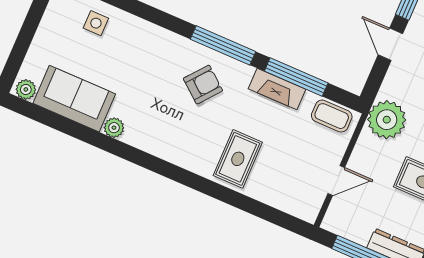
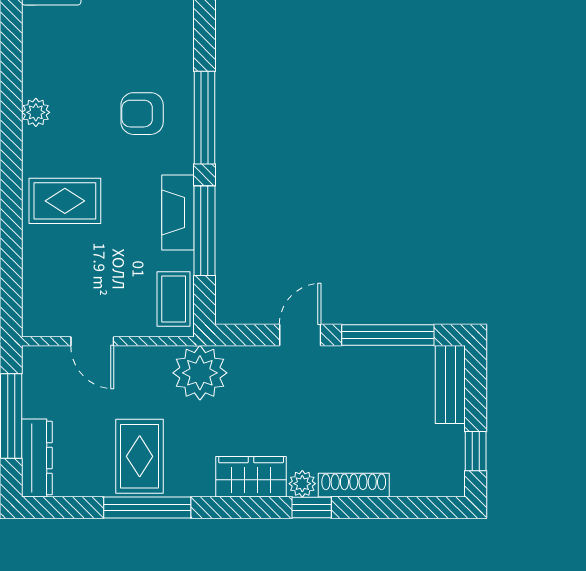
armchair: (203, 85) -> (142, 114), turned 141
plant: (114, 128) -> (36, 112), moved

